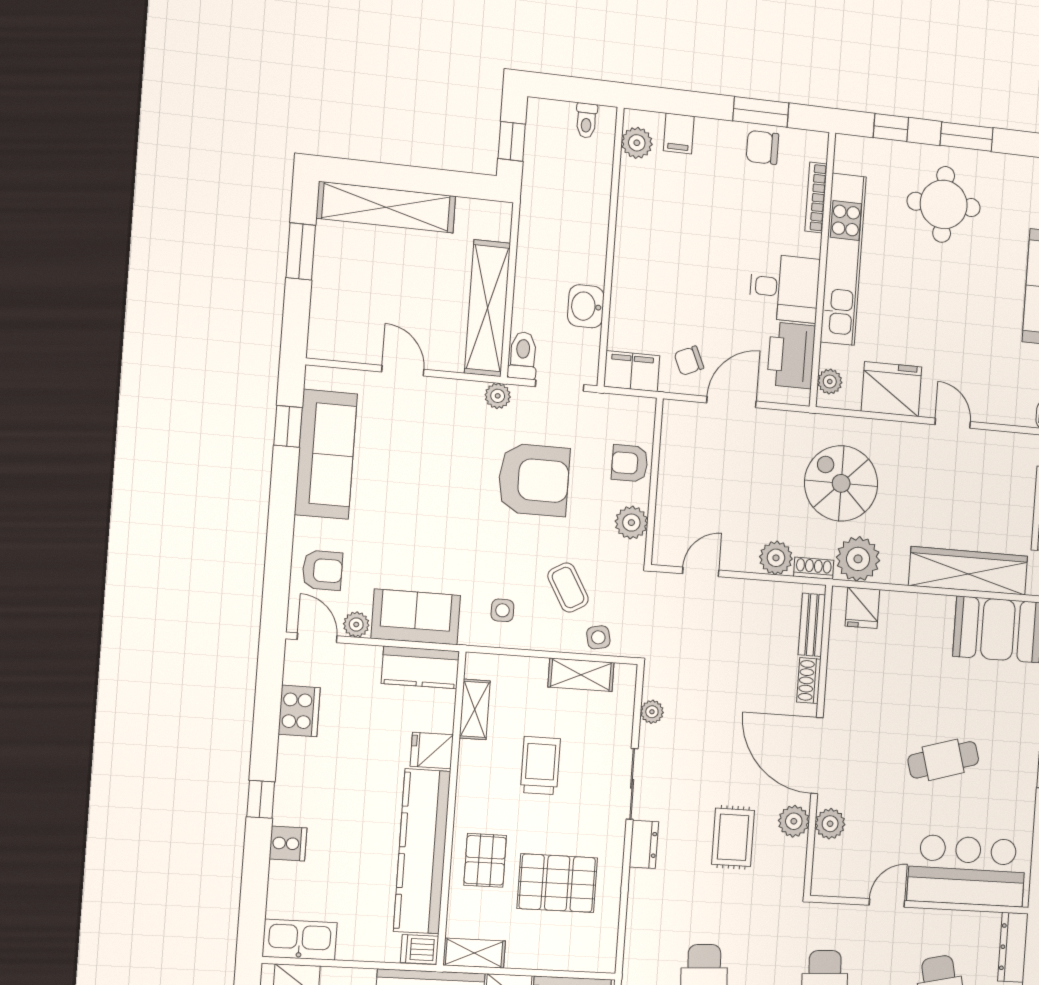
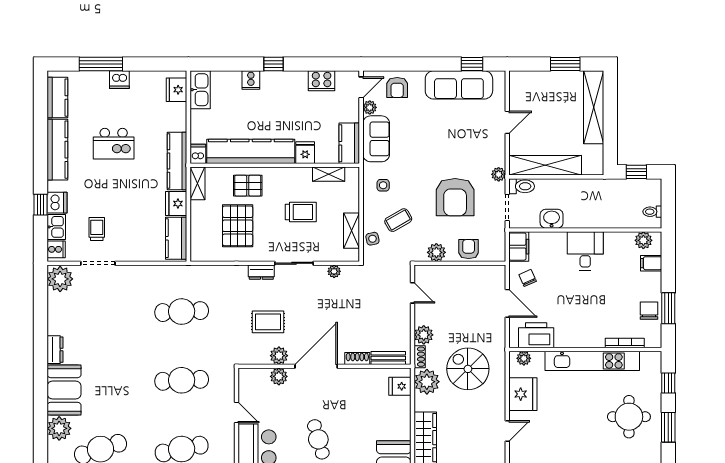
desk: (784, 288) -> (585, 251), moved, turned 180
spiral stairs: (841, 483) -> (468, 369), turned -90

